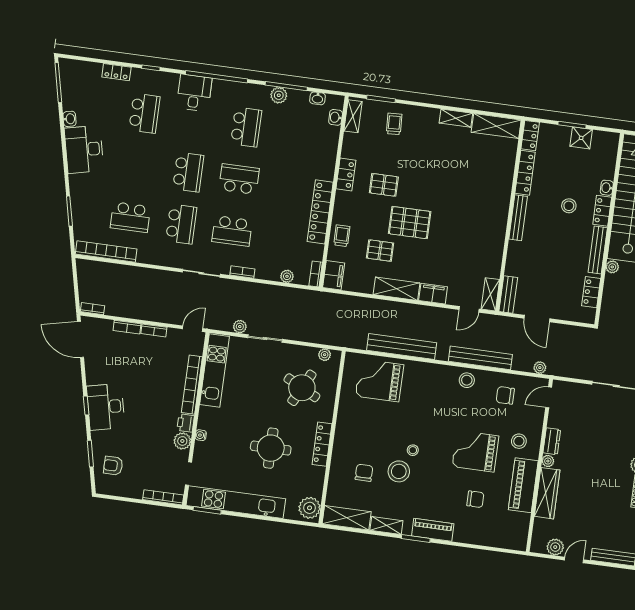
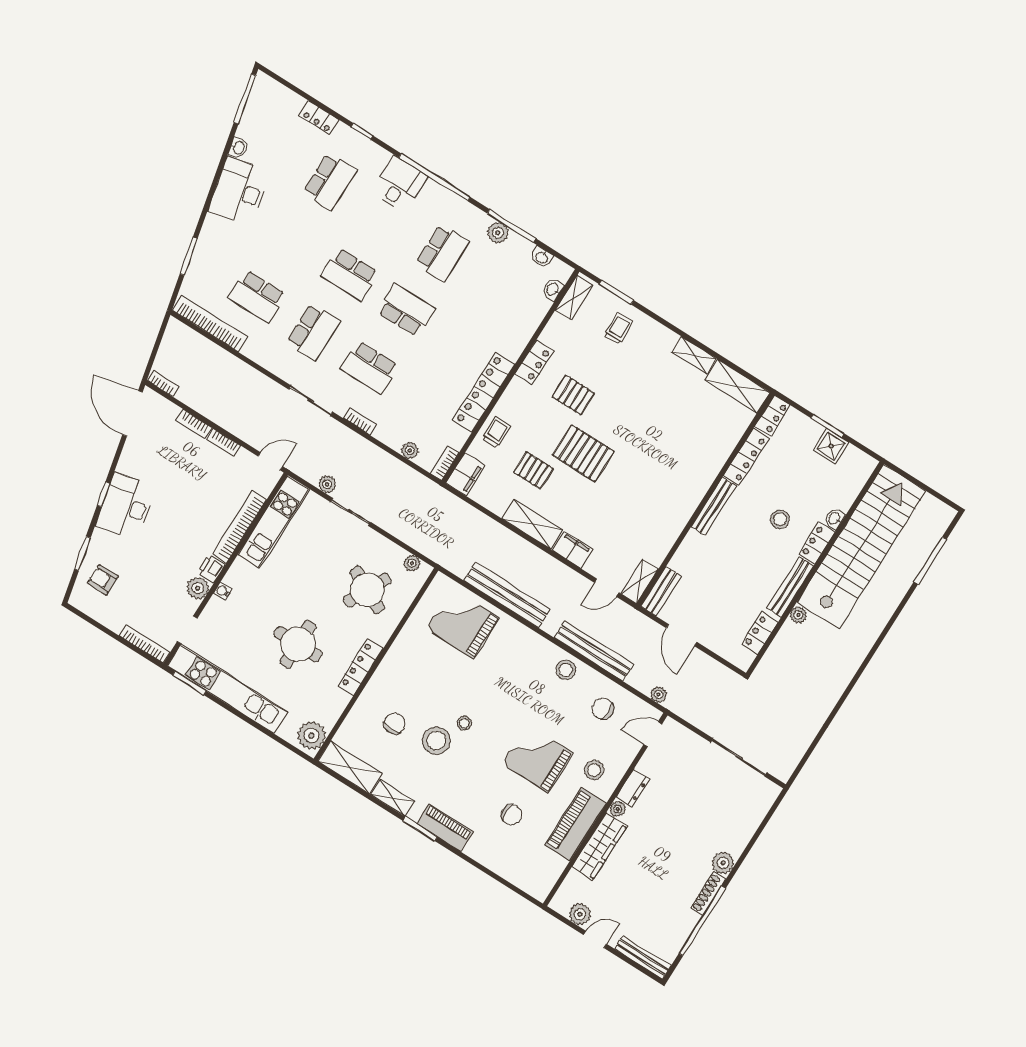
school desk: (188, 172) -> (350, 274), turned 90

